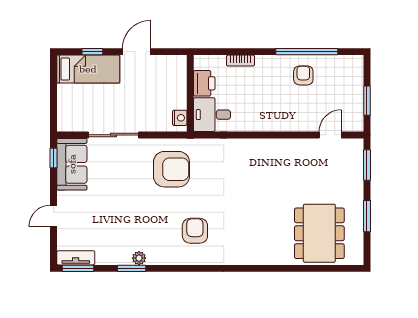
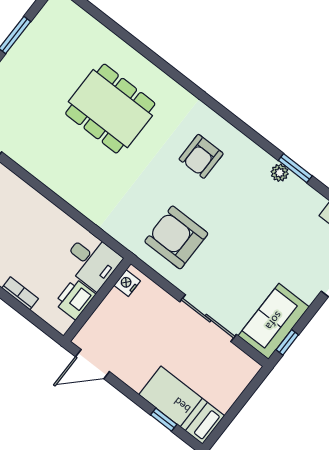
door: (136, 52) -> (92, 364), moved
dining table: (319, 233) -> (110, 109), moved, turned 90

